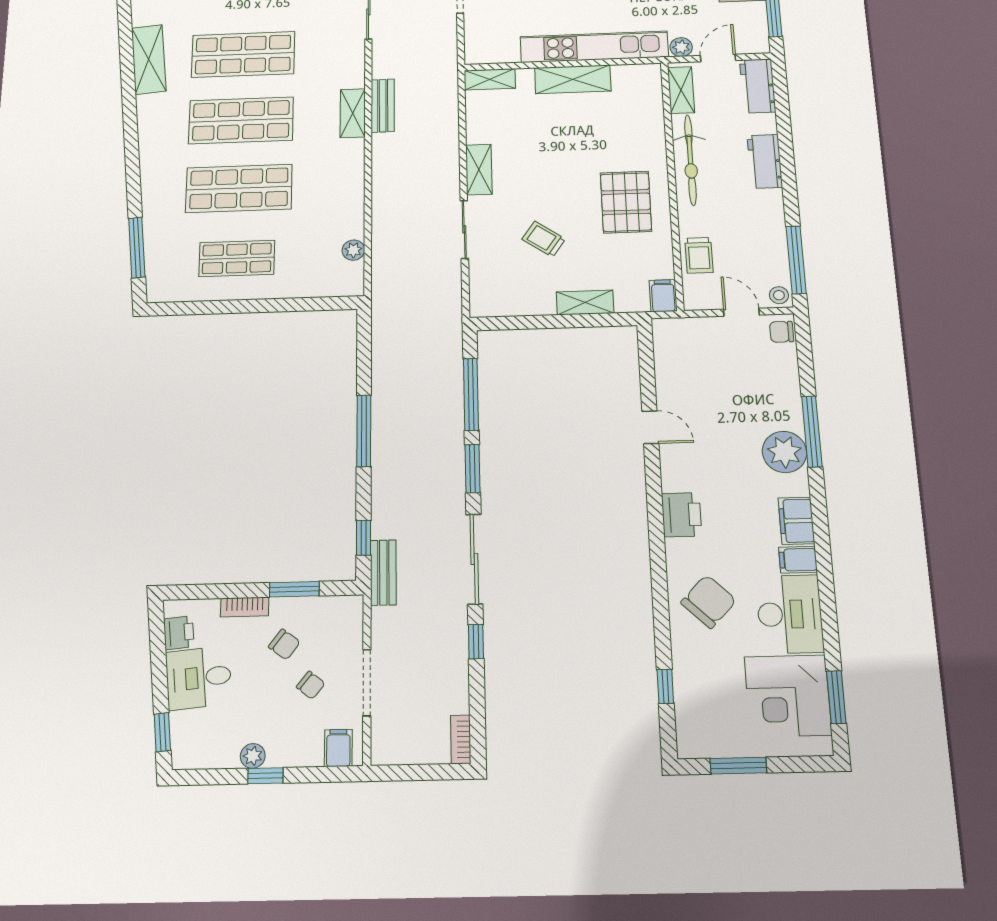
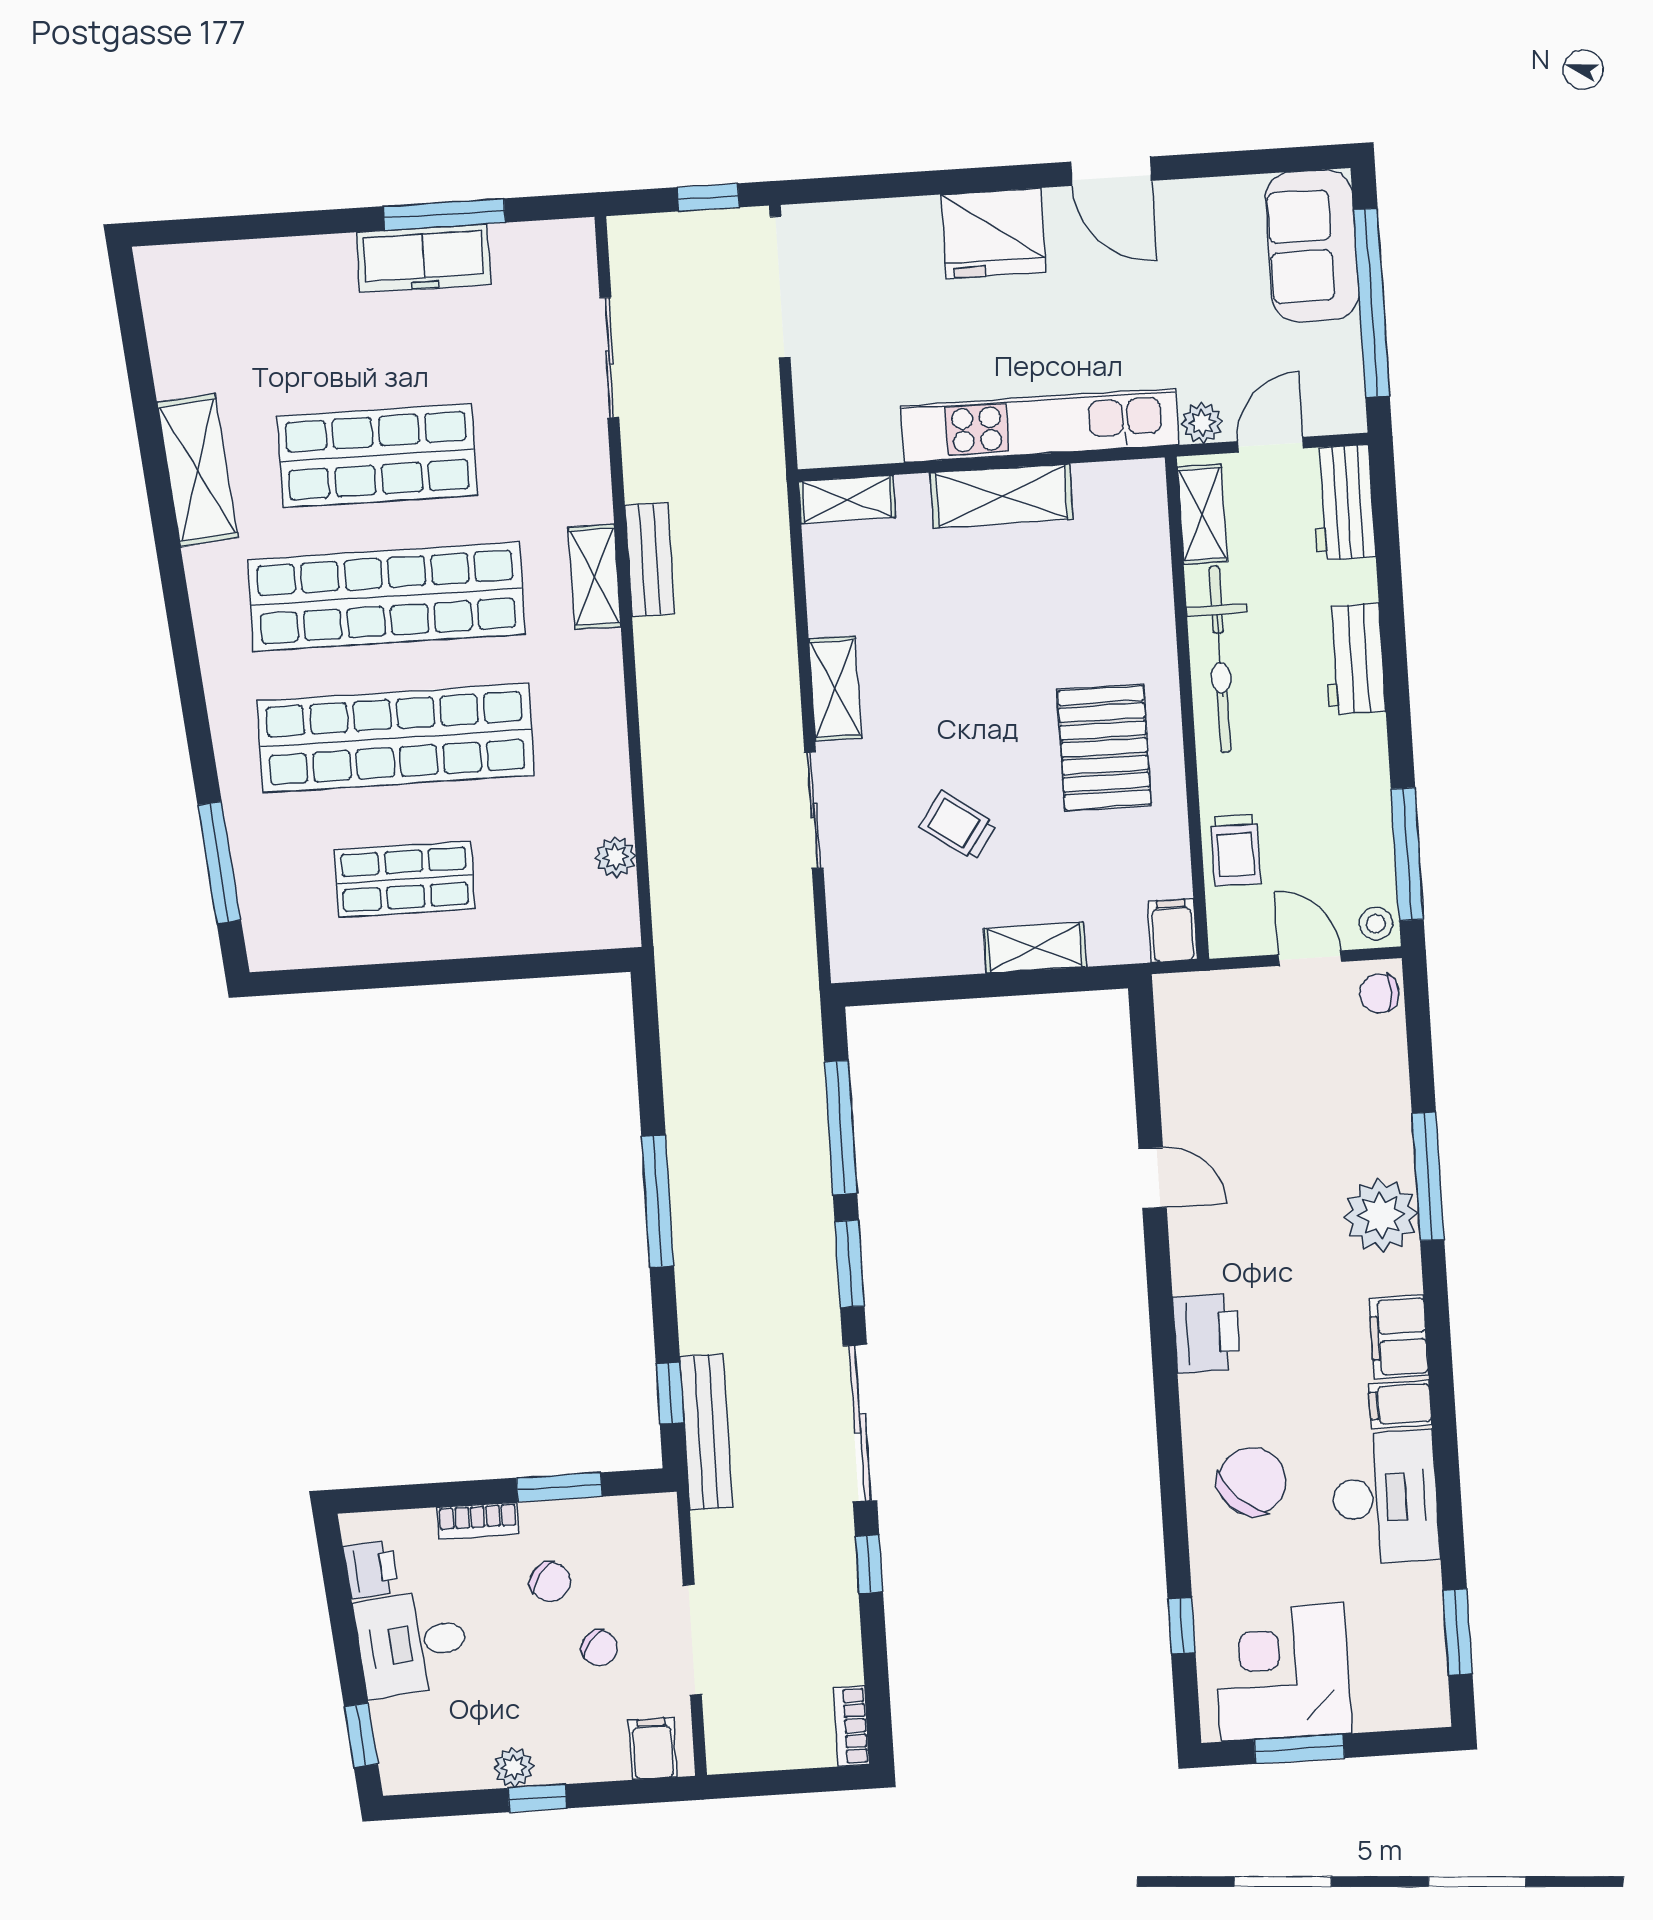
shop shelf: (241, 120) -> (386, 597), width x1.40
shop shelf: (239, 188) -> (395, 738), width x1.40
bench: (383, 573) -> (706, 1432), width x1.36
corner desk: (788, 696) -> (1283, 1672), moved, turned 90

